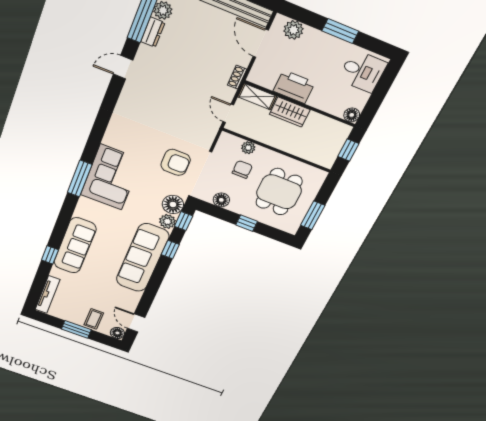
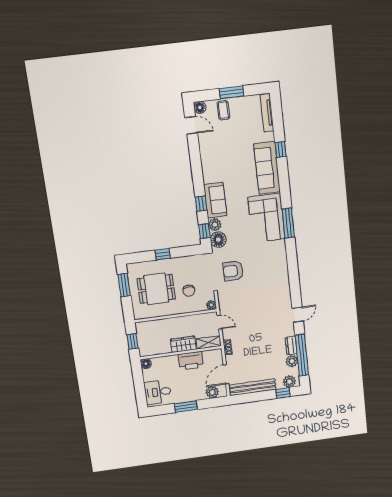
door: (261, 43) -> (226, 374), swing flipped
plant: (248, 148) -> (211, 305), moved
corner sofa: (111, 177) -> (267, 218), moved
dining table: (279, 192) -> (156, 289), turned 90
floor lamp: (221, 200) -> (189, 261), removed
sofa: (142, 258) -> (215, 200), width x0.54, depth x0.79

